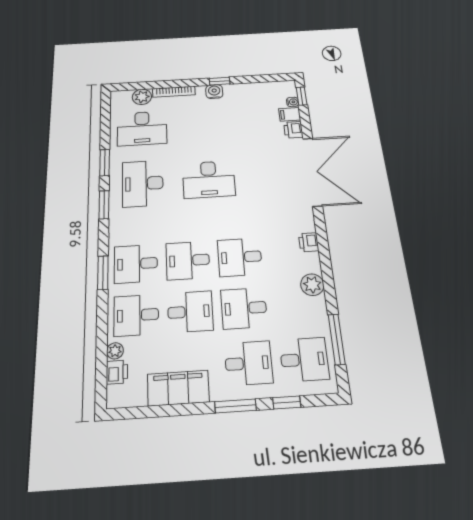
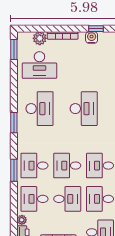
window: (105, 163) -> (14, 49), moved
desk: (209, 179) -> (84, 109), turned -90
desk: (143, 183) -> (39, 109), turned 180

